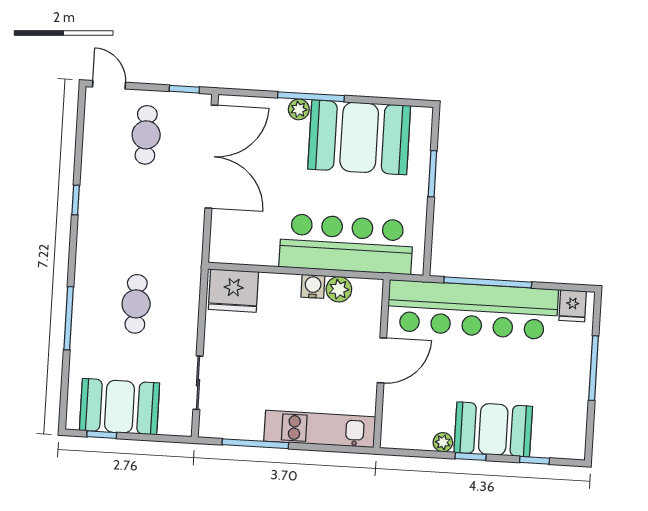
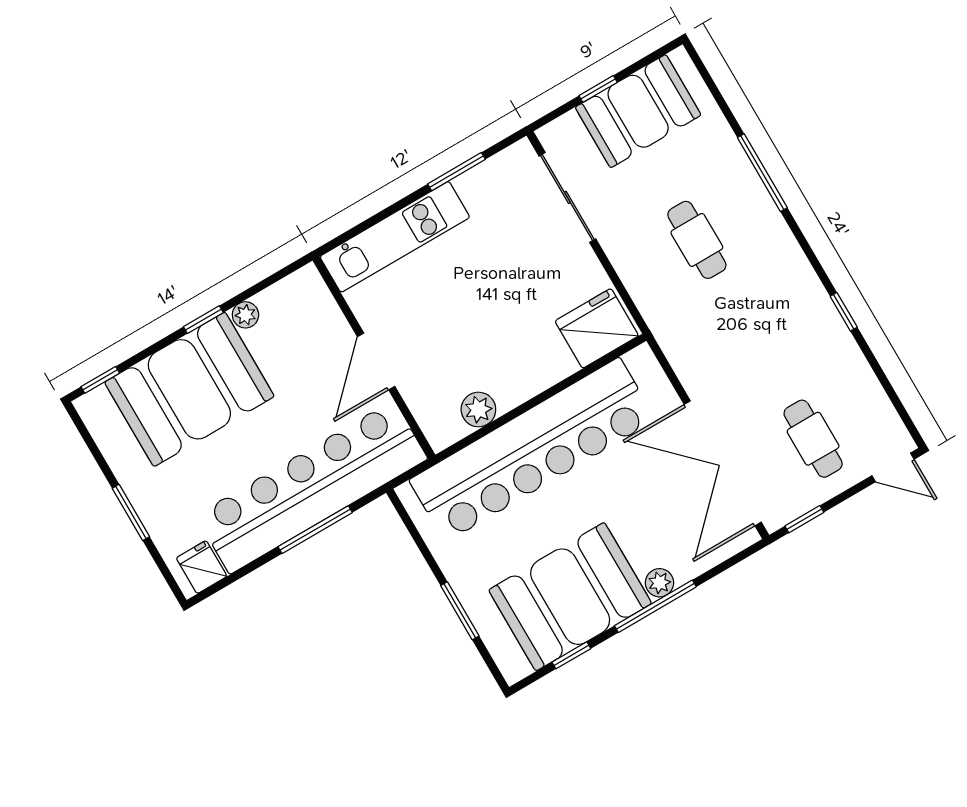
window: (382, 101) -> (571, 655), added
bar counter: (346, 244) -> (532, 450), width x1.36
window: (488, 282) -> (315, 530), width x0.68
water cooler: (313, 286) -> (510, 393), removed
window: (594, 368) -> (131, 512), width x0.69
sliding door: (198, 383) -> (567, 197), width x1.37
booth: (493, 429) -> (189, 389), width x1.36, depth x1.42
window: (102, 435) -> (598, 89), moved
window: (255, 444) -> (456, 172), width x0.69
window: (535, 460) -> (100, 380), moved

